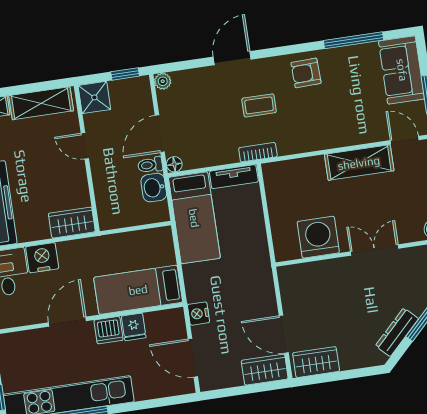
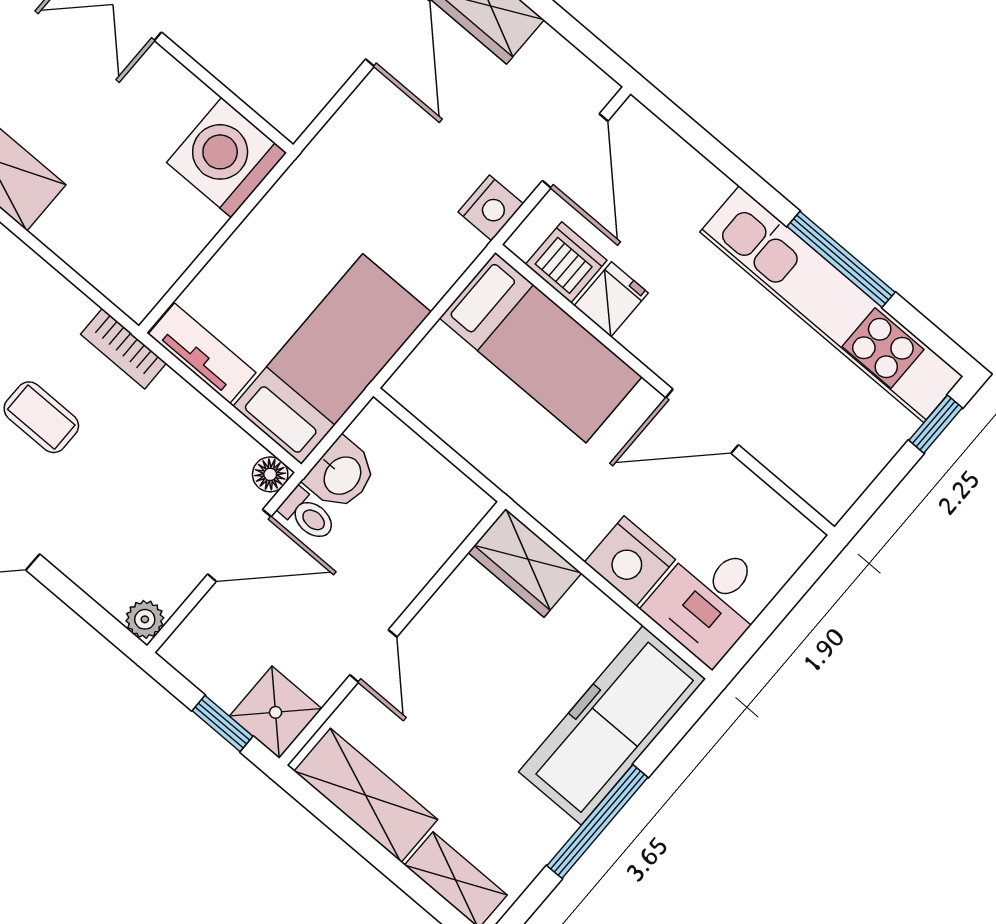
window: (125, 74) -> (223, 724), moved
washing machine: (318, 237) -> (227, 157), moved, turned 90
dishwasher: (108, 330) -> (566, 262), moved

